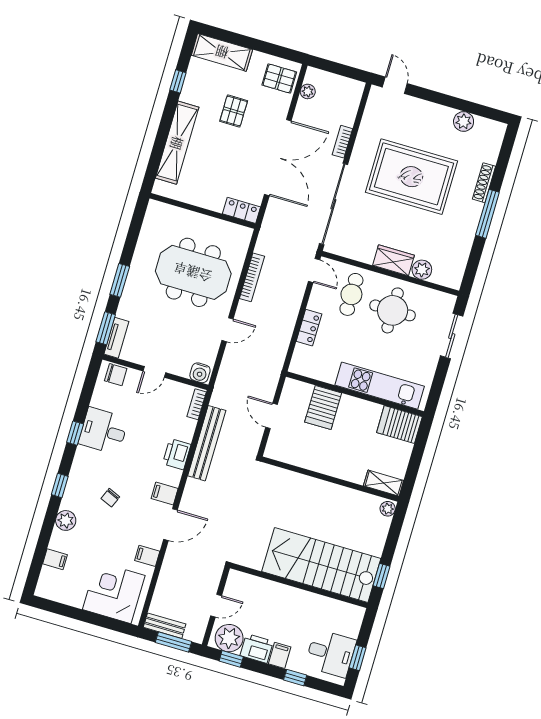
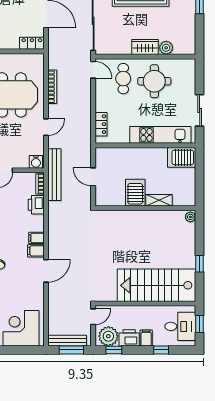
locker: (309, 328) -> (101, 124), moved
sliding door: (452, 336) -> (200, 110), moved
server rack: (323, 407) -> (135, 193), moved, turned 180
bench: (207, 443) -> (54, 175), moved
printer: (177, 454) -> (36, 205), moved
shelving: (384, 483) -> (159, 200), moved
filing cabinet: (147, 556) -> (36, 238), moved
stairs: (321, 565) -> (156, 285), moved
wall: (299, 585) -> (145, 304), moved
bench: (165, 626) -> (67, 341), width x1.36

